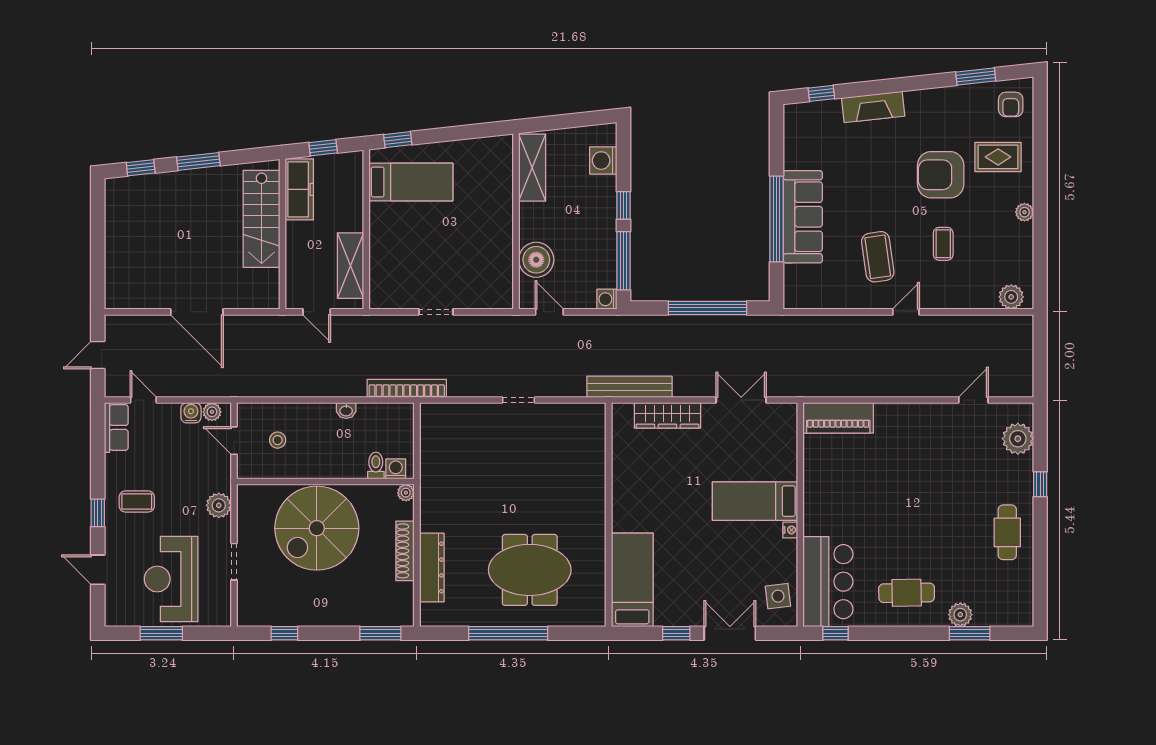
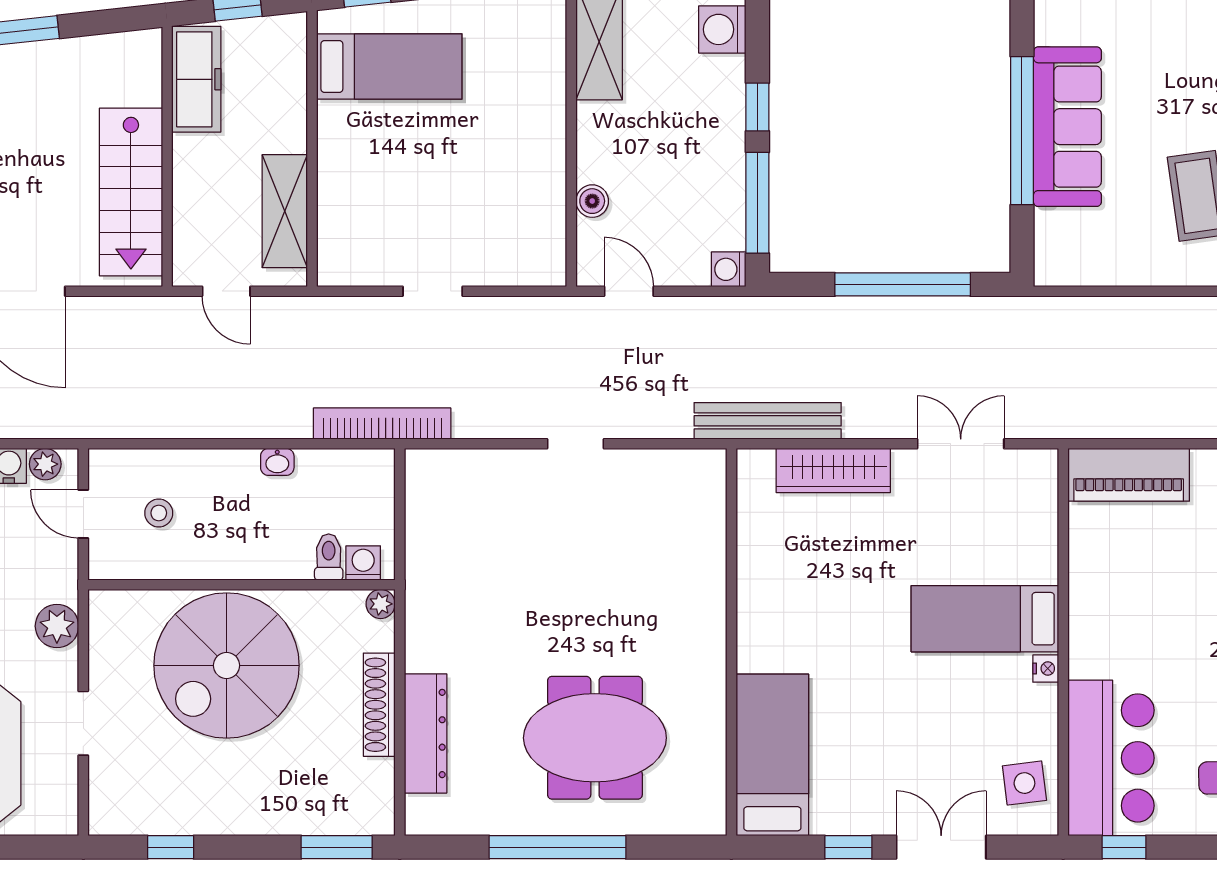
stairs: (262, 219) -> (131, 192), moved
boiler: (536, 260) -> (592, 201), width x0.54, depth x0.54

